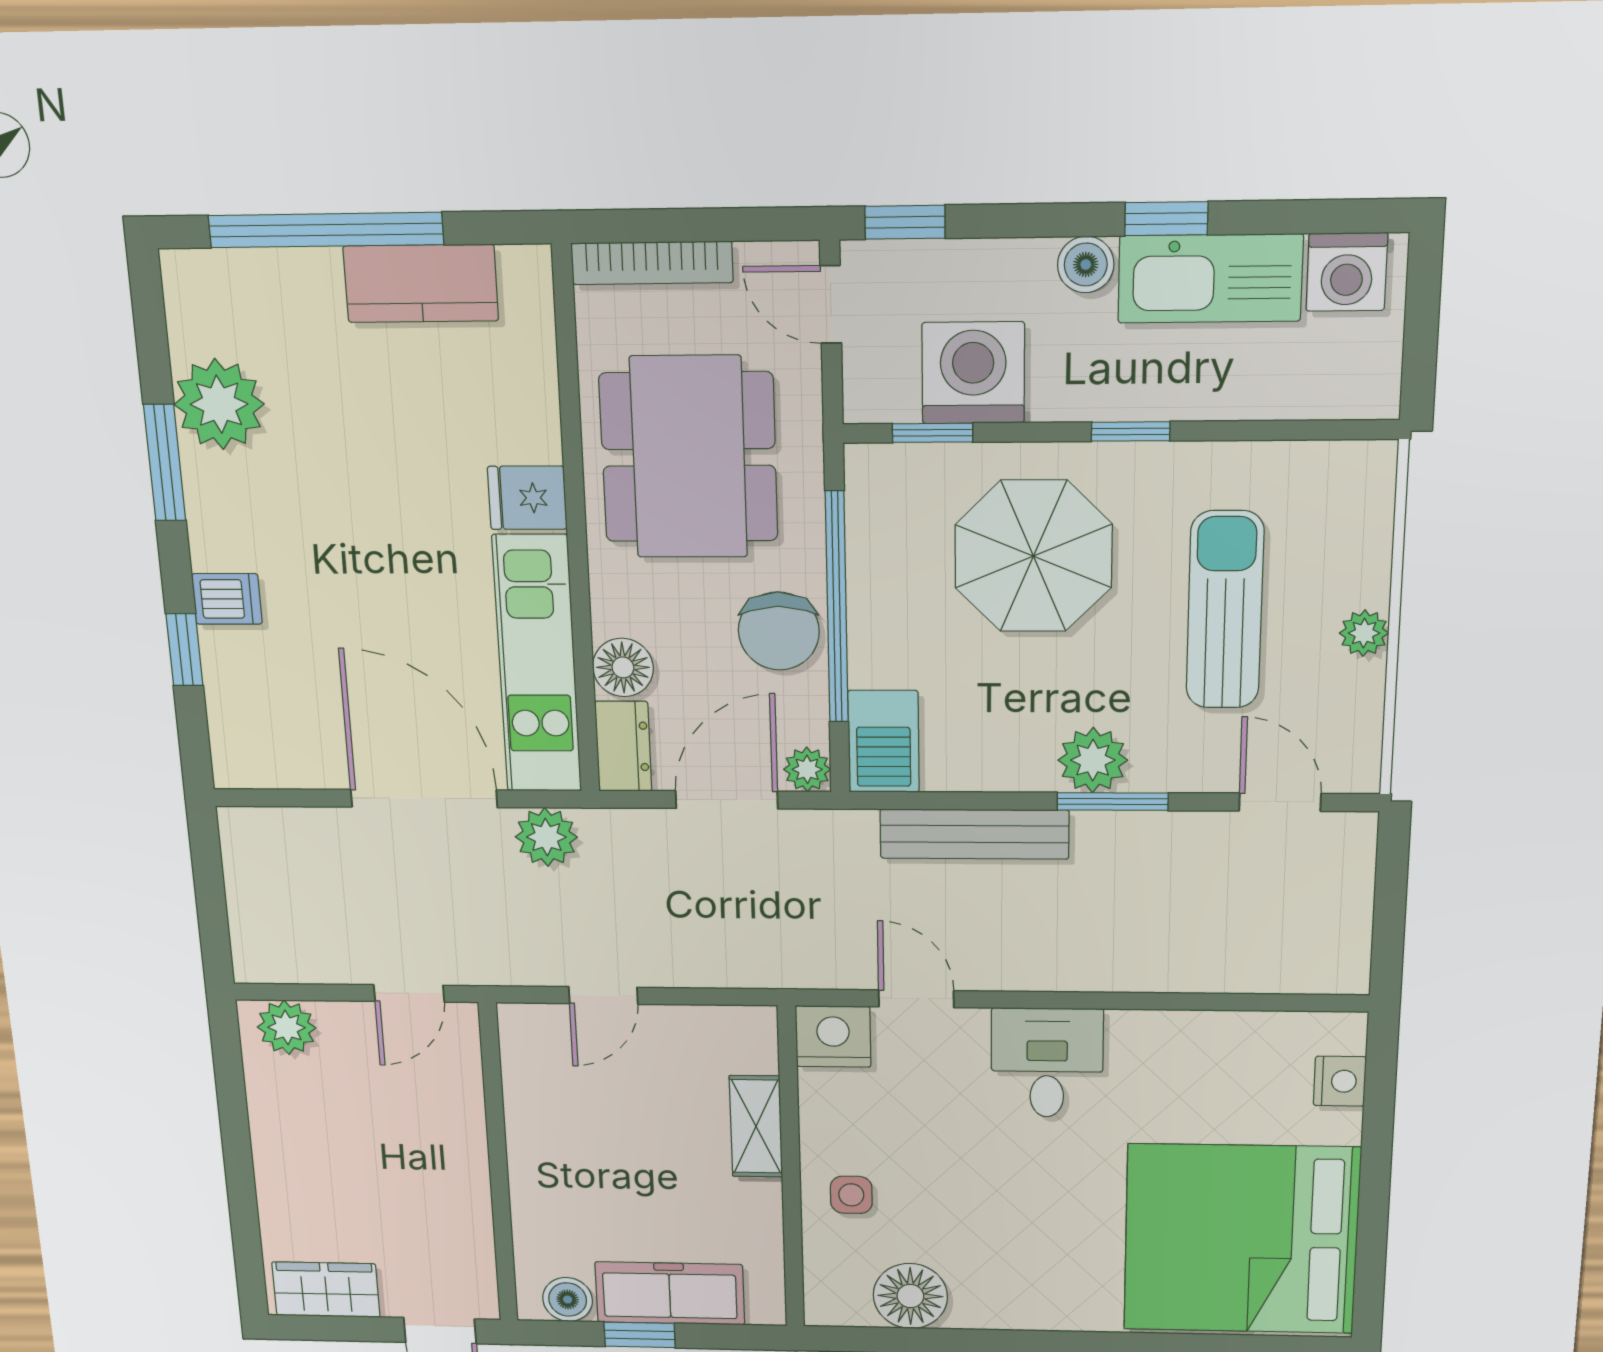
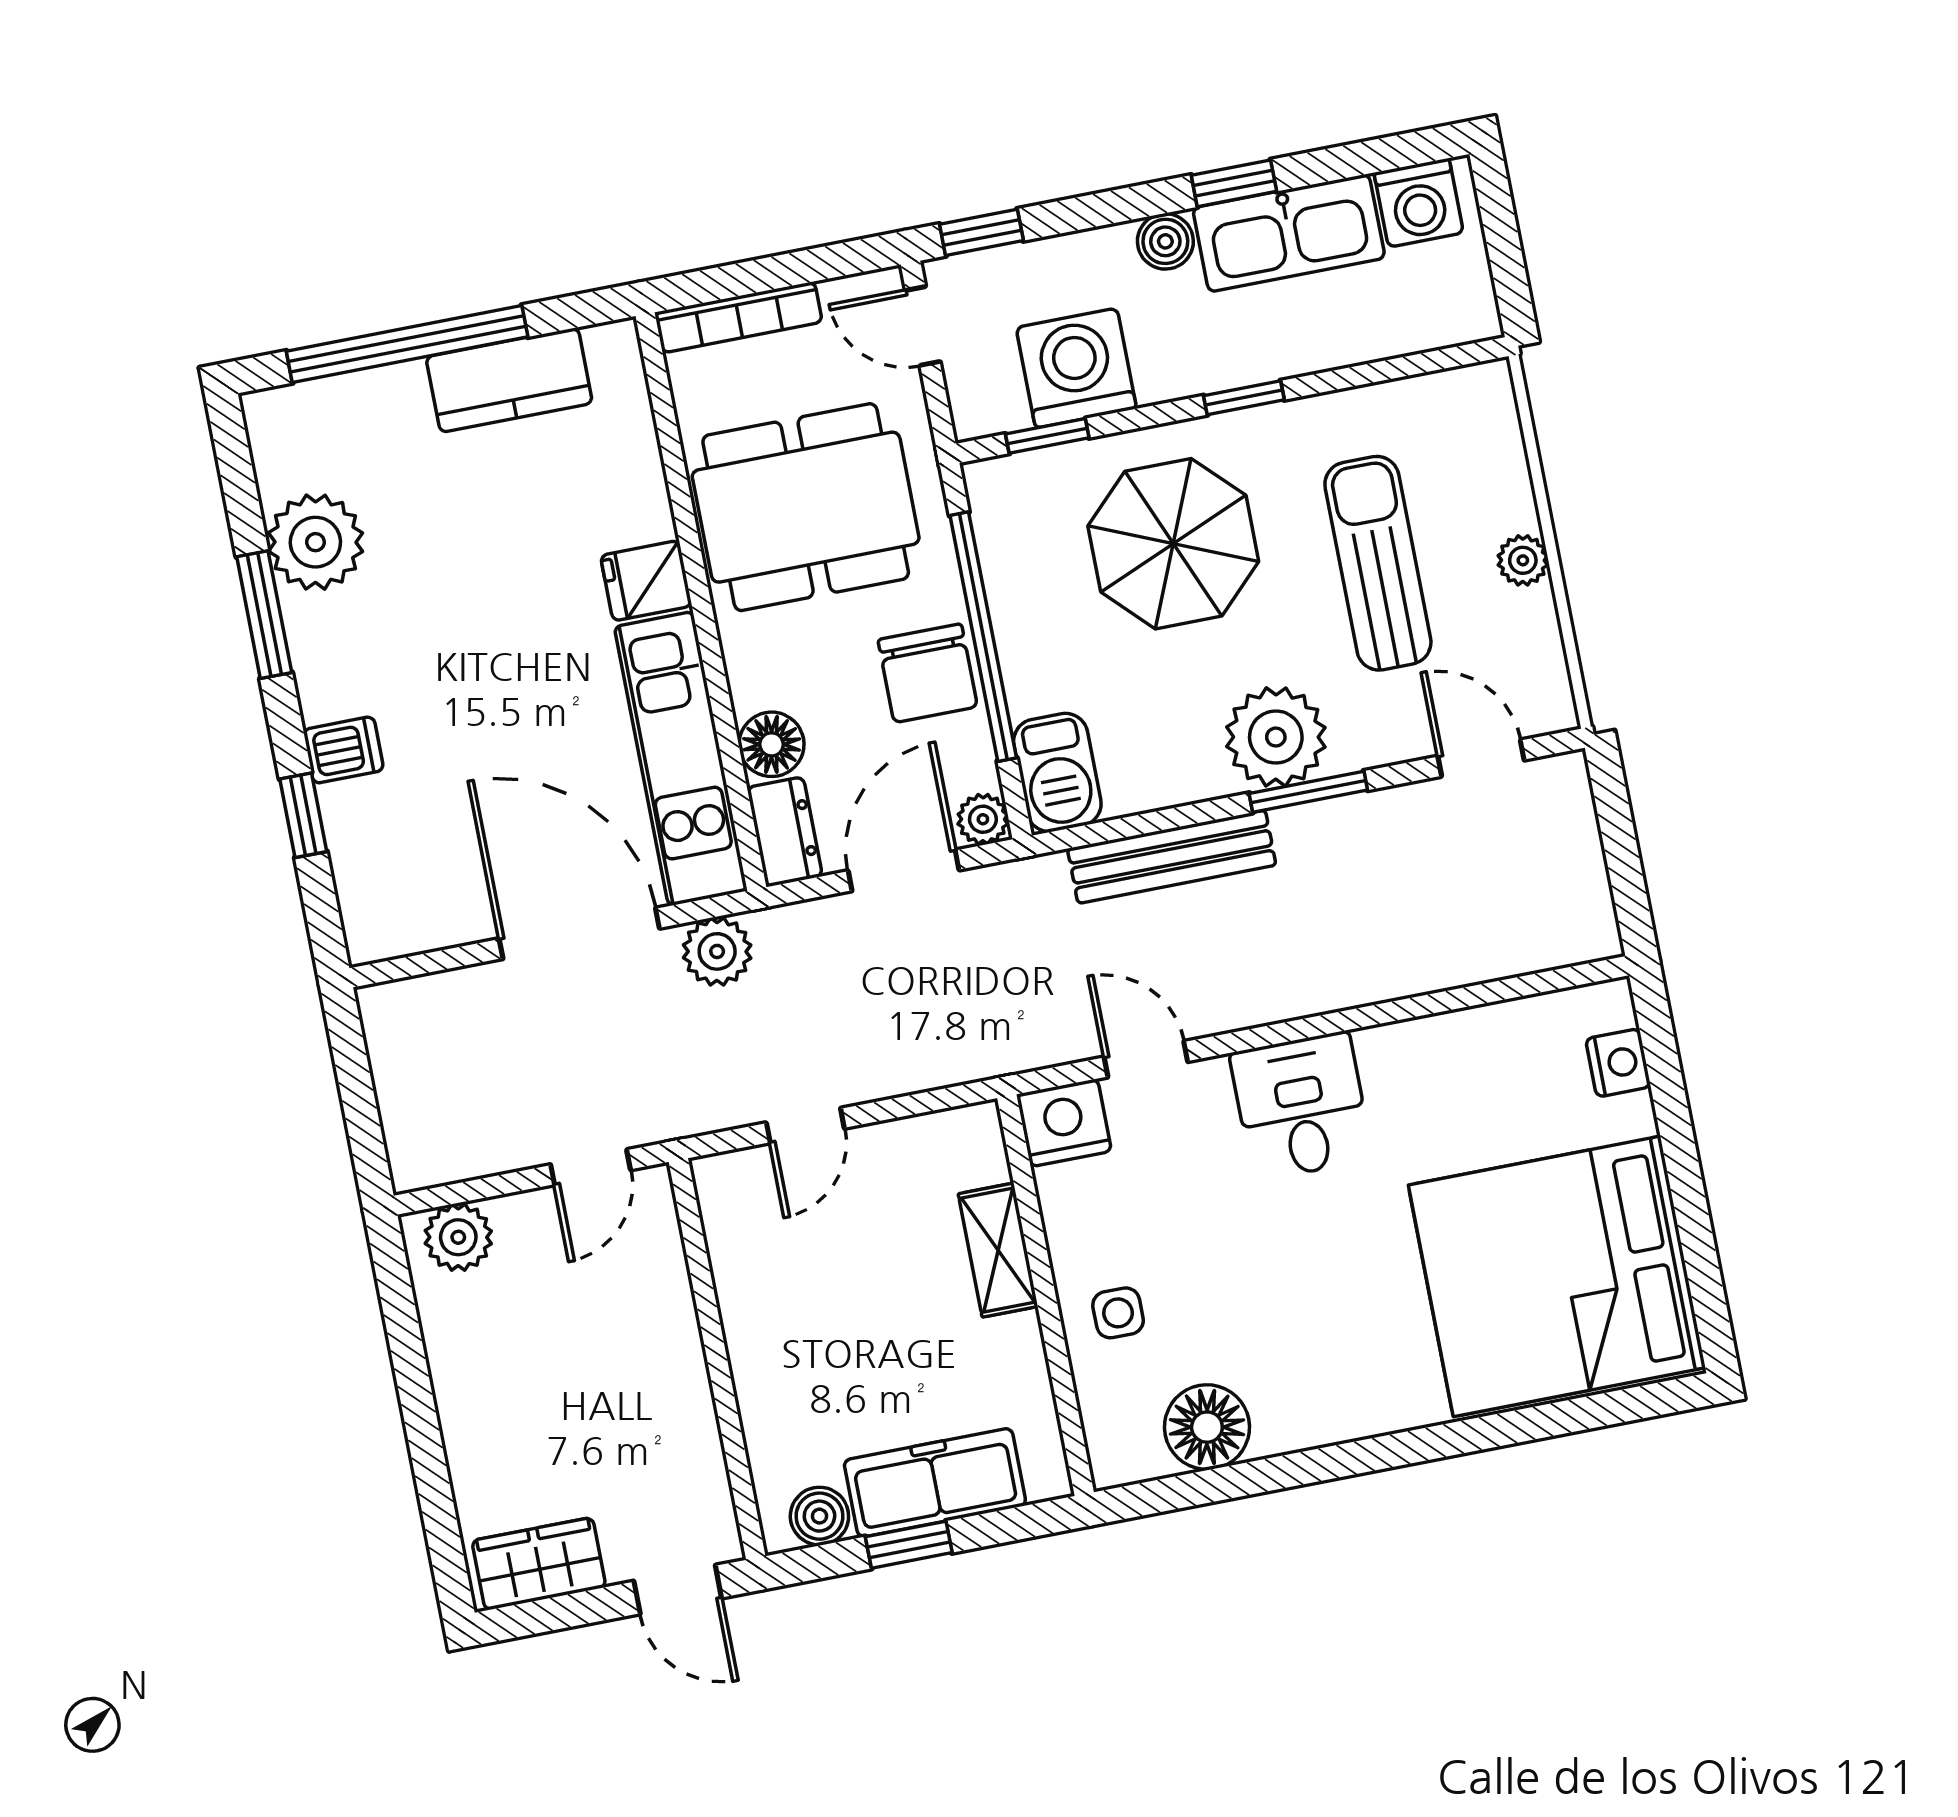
dining table: (689, 457) -> (806, 507), turned 90
plant: (1093, 760) -> (1276, 737), width x1.36, depth x1.36

